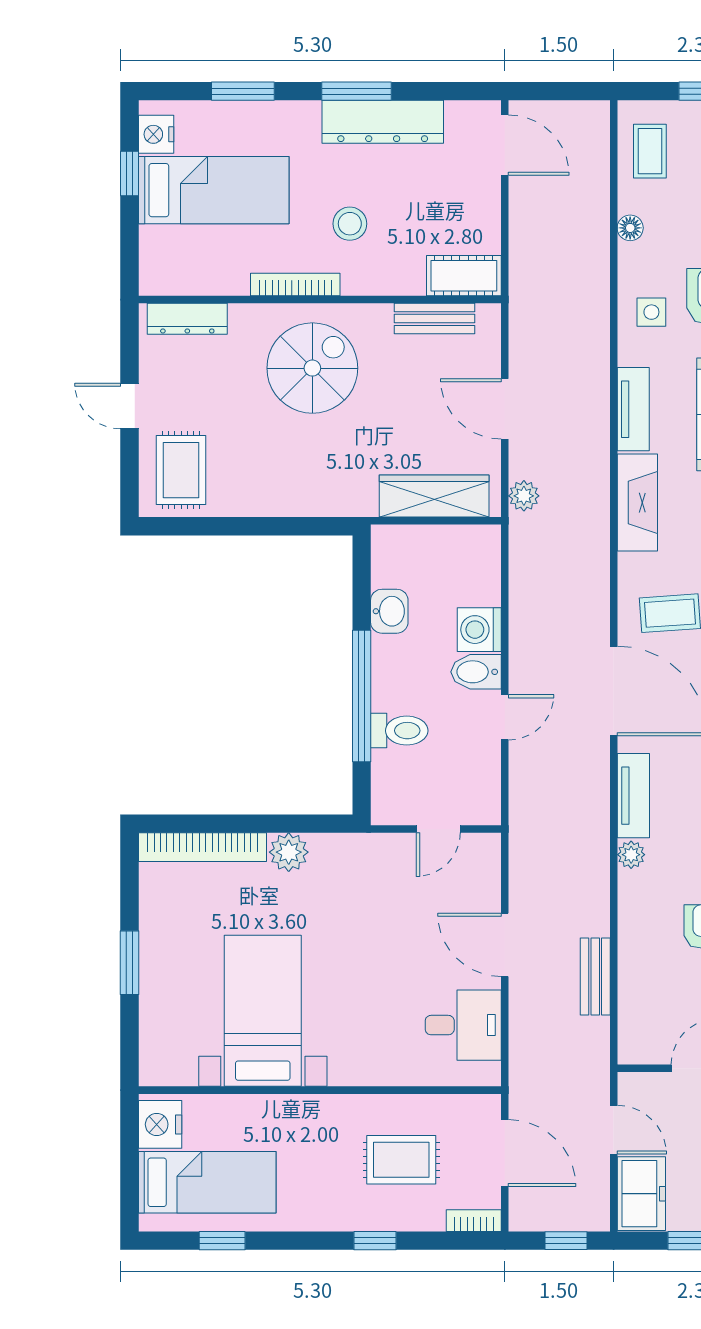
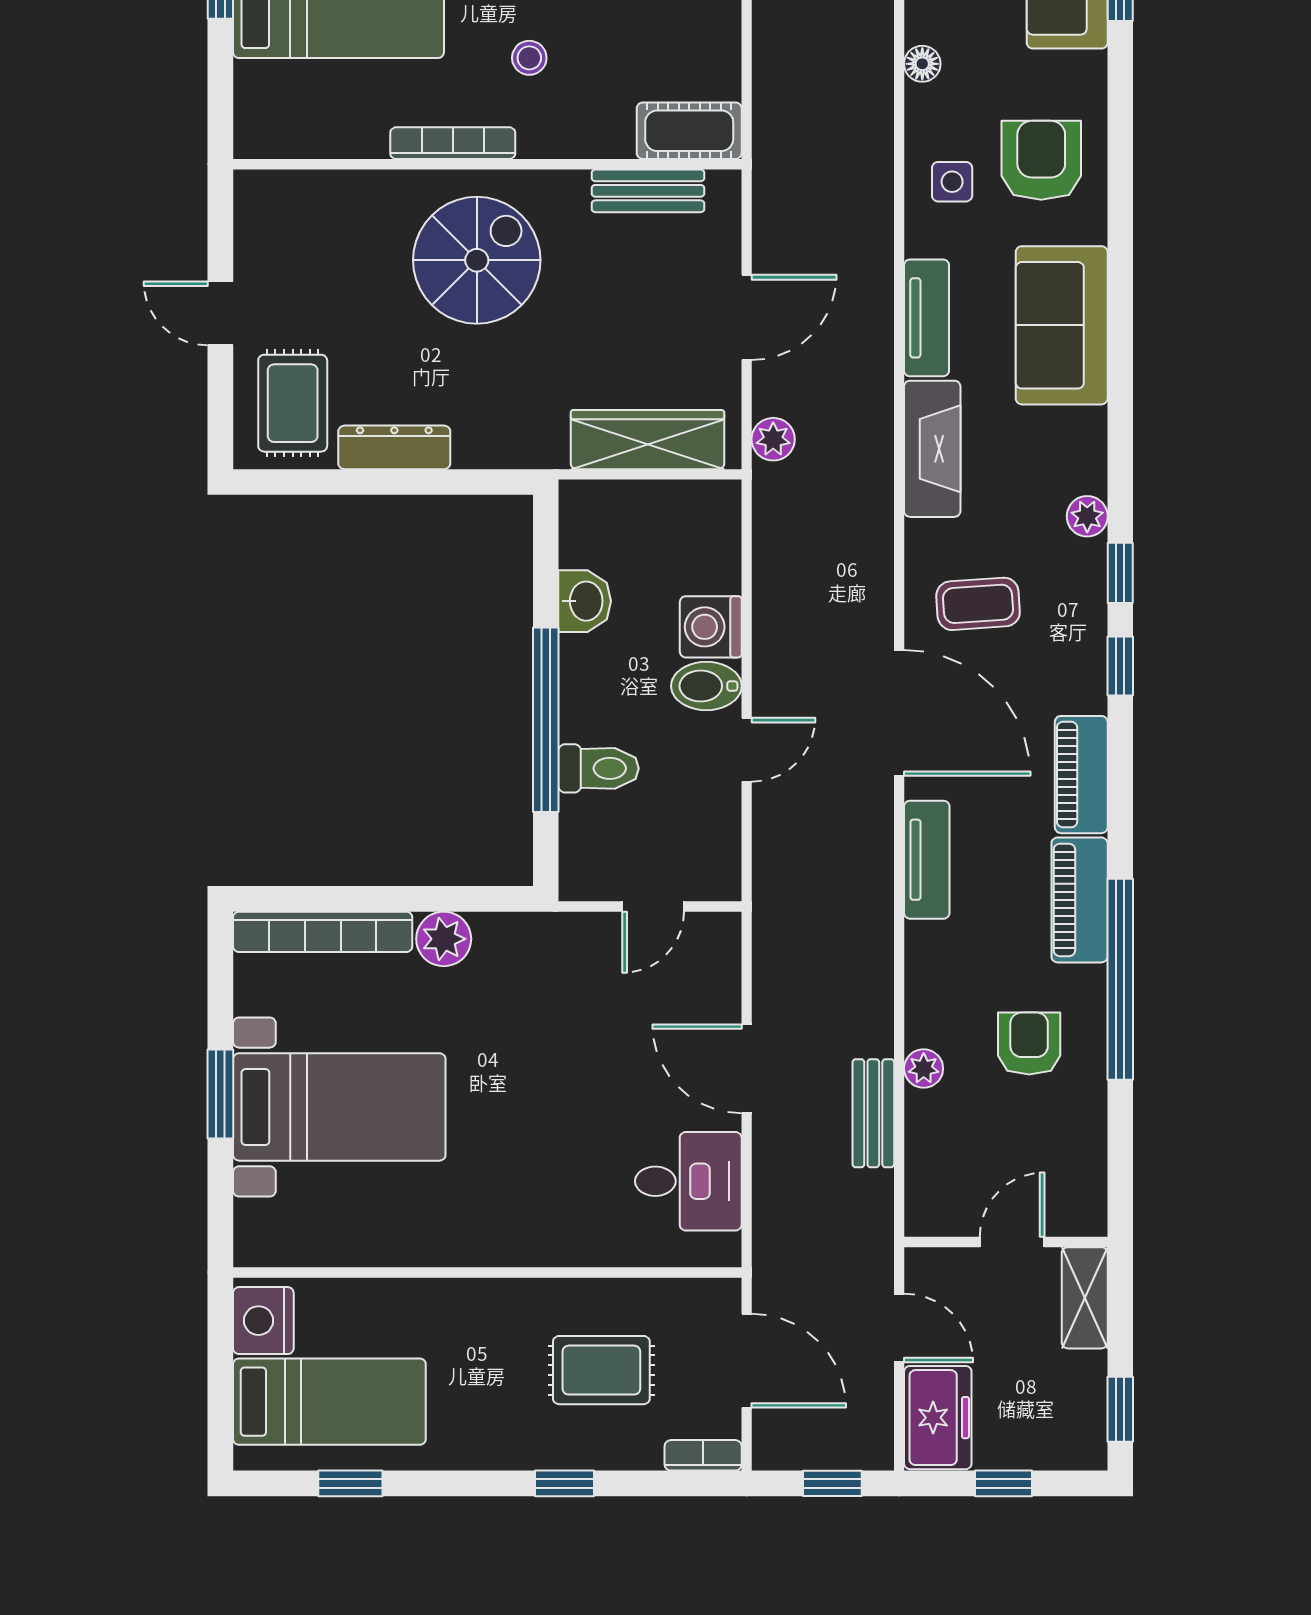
stool: (350, 224) -> (529, 58), width x0.73, depth x0.73
dresser: (187, 319) -> (394, 447), moved, turned 180
door: (505, 409) -> (747, 317), swing flipped
plant: (631, 855) -> (924, 1068), moved
bed with nightstands: (263, 1011) -> (339, 1107), moved, turned 90

